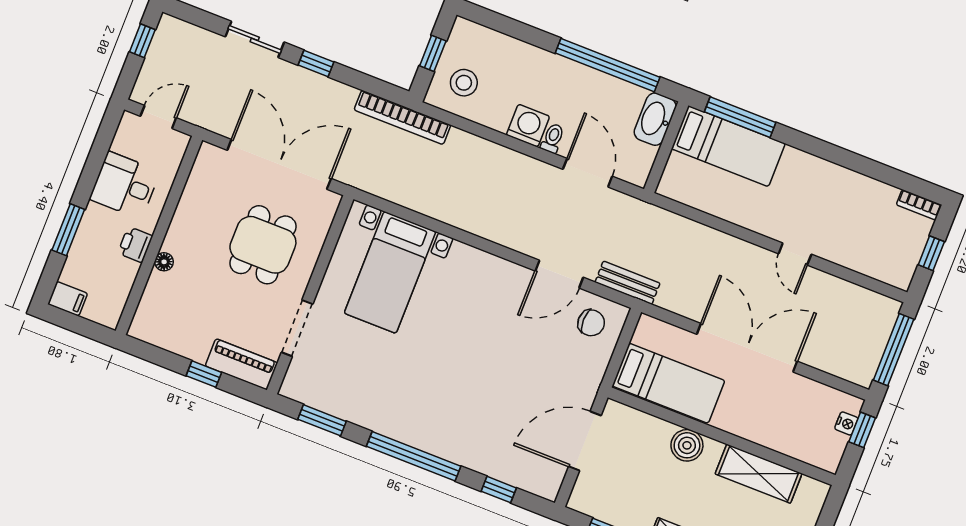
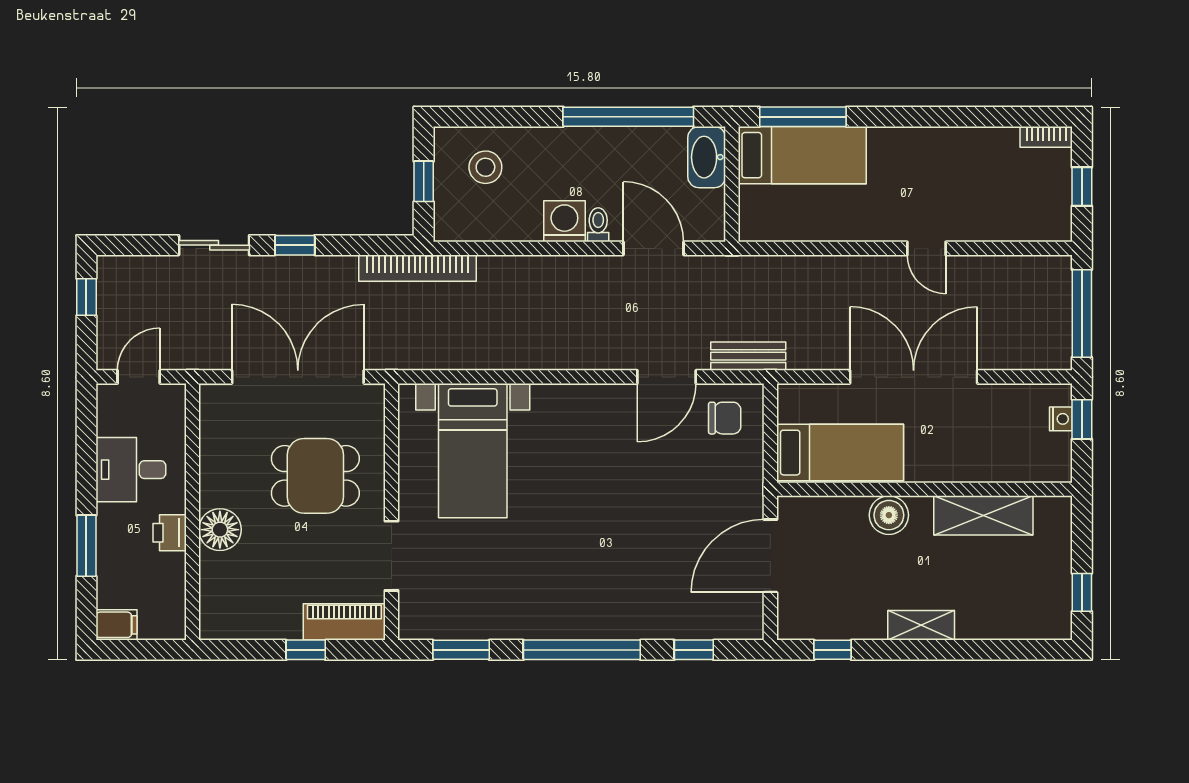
stool: (464, 83) -> (485, 167), moved
dining table: (263, 245) -> (315, 476), turned 90
floor lamp: (164, 262) -> (220, 530), width x1.89, depth x1.89

